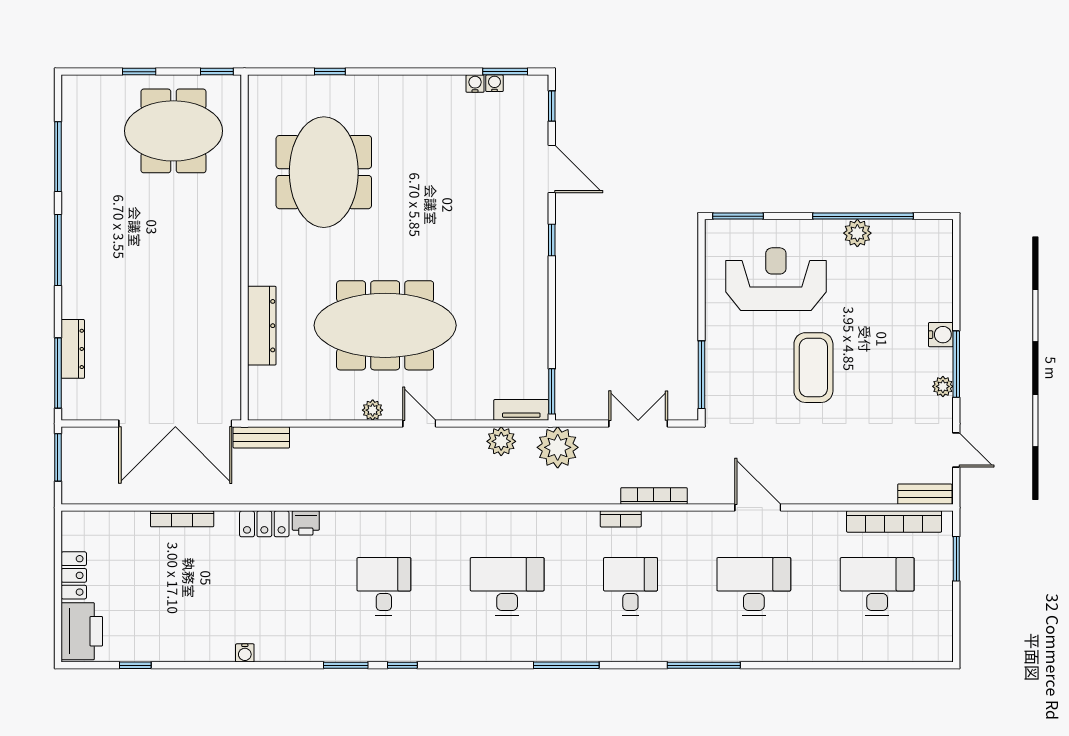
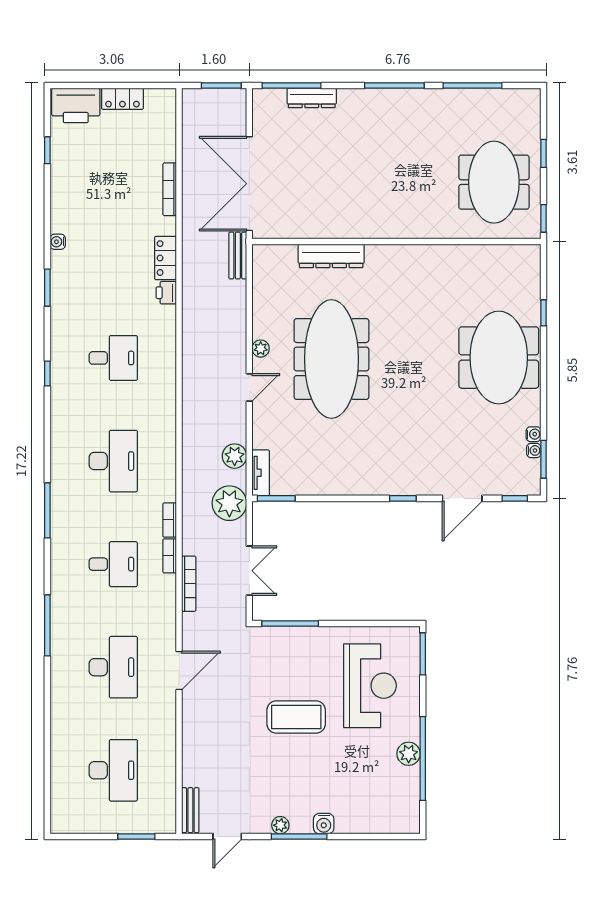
meeting table: (324, 172) -> (499, 358), moved, turned 90
bookcase: (894, 522) -> (170, 520), moved, width x0.43, depth x0.76
window: (346, 665) -> (47, 288), moved

